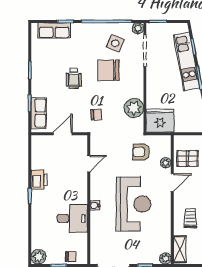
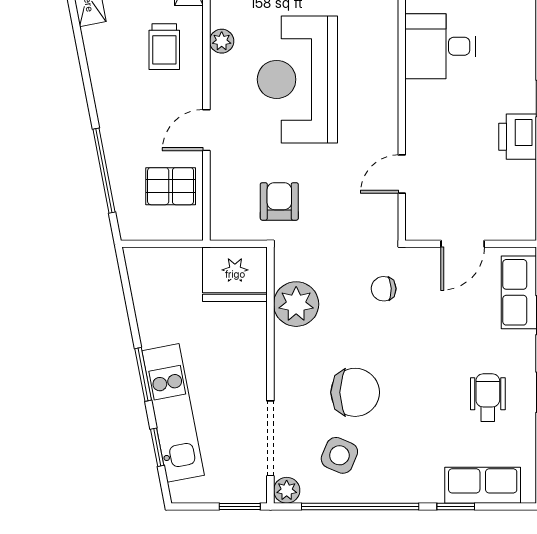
wheelchair: (74, 78) -> (488, 398), moved
armchair: (141, 152) -> (279, 201), turned -90
plant: (166, 163) -> (222, 41), moved
water cooler: (95, 205) -> (387, 77), removed

